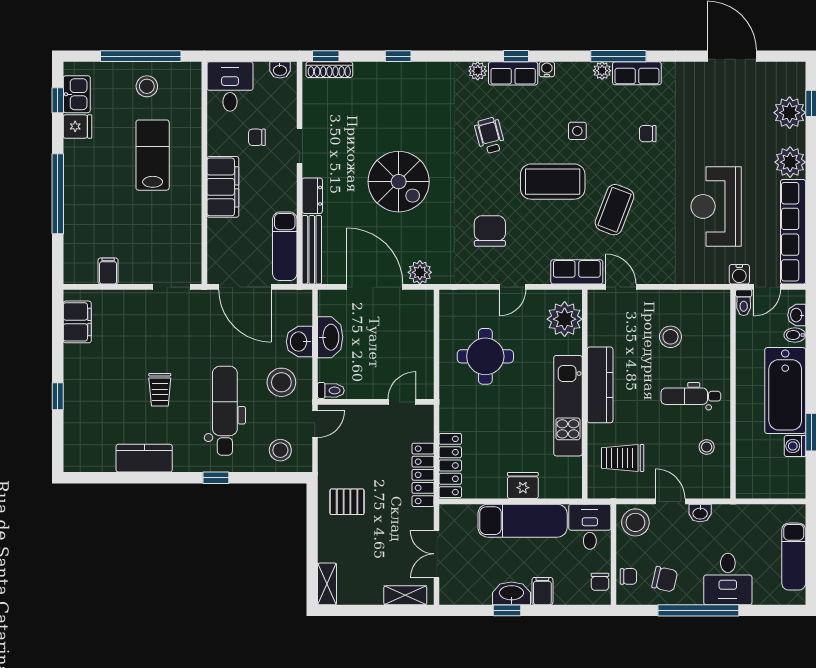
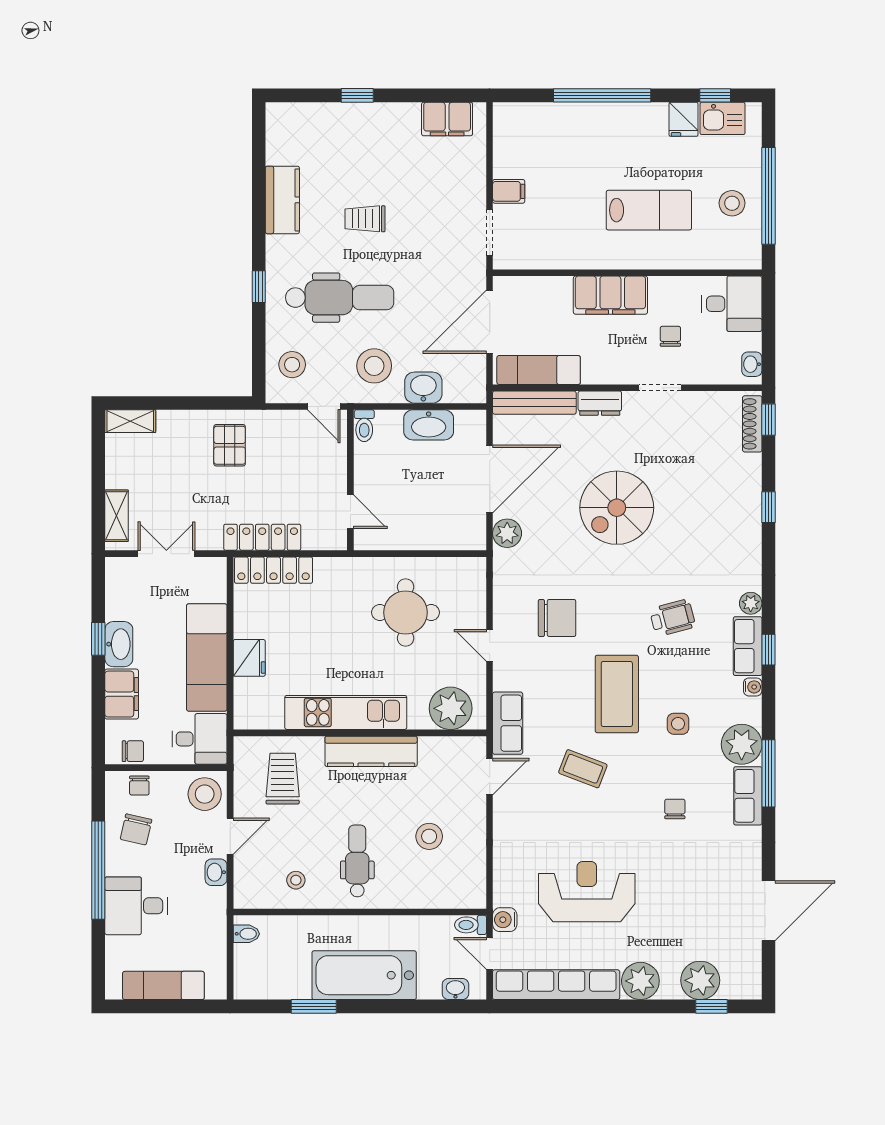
plant: (602, 71) -> (742, 744), width x1.87, depth x1.87
coffee table: (615, 210) -> (583, 769), width x0.73, depth x0.77
filing cabinet: (108, 271) -> (509, 191), moved
bidet: (795, 335) -> (246, 934), moved, turned 90
washing machine: (795, 446) -> (297, 987), removed
chair: (600, 582) -> (133, 751), turned 180
filing cabinet: (542, 591) -> (122, 694), width x2.00

